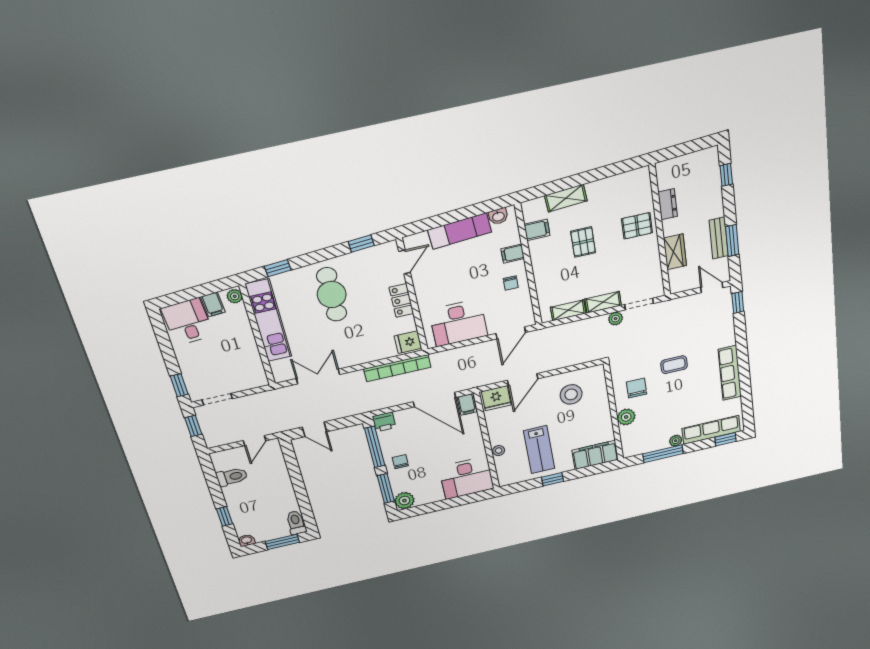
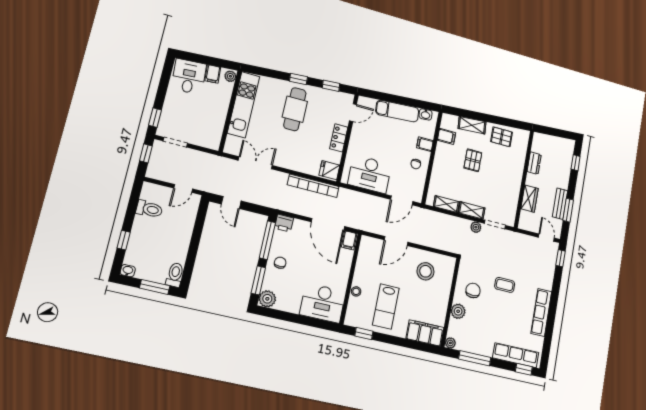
pallet: (637, 226) -> (502, 137), moved
window: (278, 268) -> (298, 79), moved
fridge: (496, 398) -> (372, 246), removed
plant: (676, 441) -> (450, 343), moved
window: (553, 479) -> (364, 334), moved

